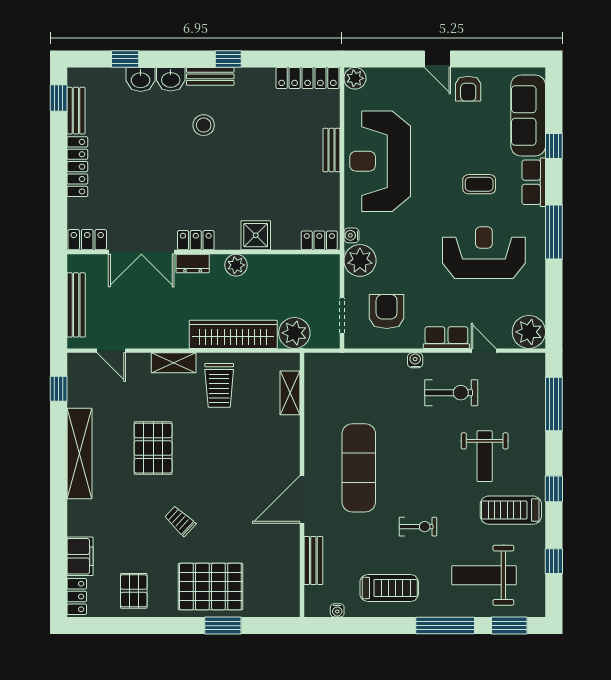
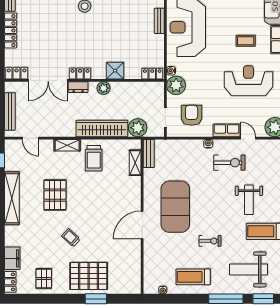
exercise mat: (359, 468) -> (175, 207), width x1.47
bench: (313, 561) -> (149, 153), moved
treadmill: (389, 588) -> (193, 277), turned 180

